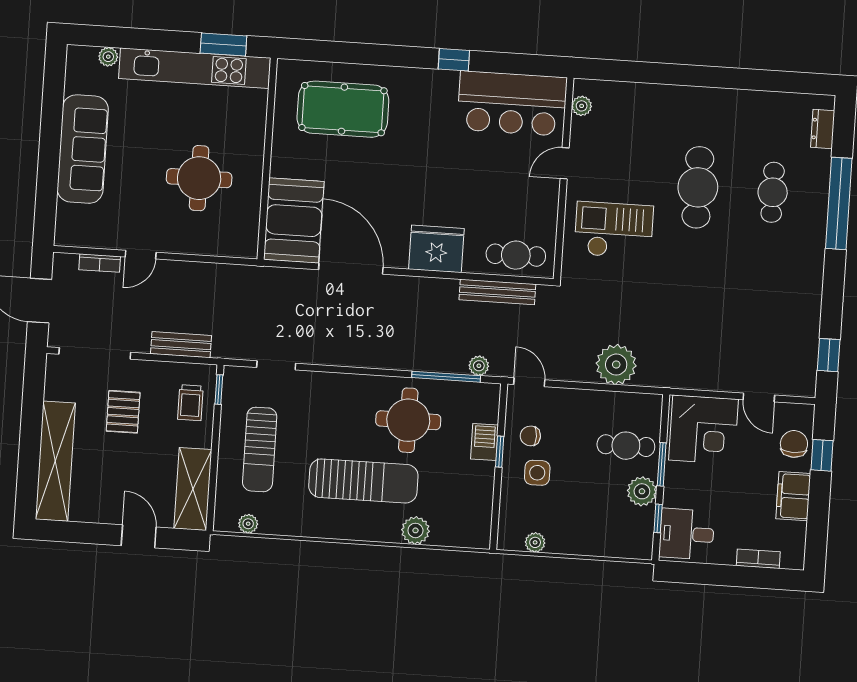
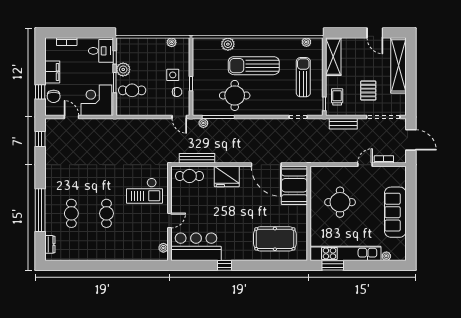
cafe table: (698, 187) -> (106, 213), width x0.73, depth x0.74
plant: (616, 365) -> (139, 128), removed
barbecue: (485, 442) -> (198, 88), removed
door: (139, 536) -> (375, 33), moved

